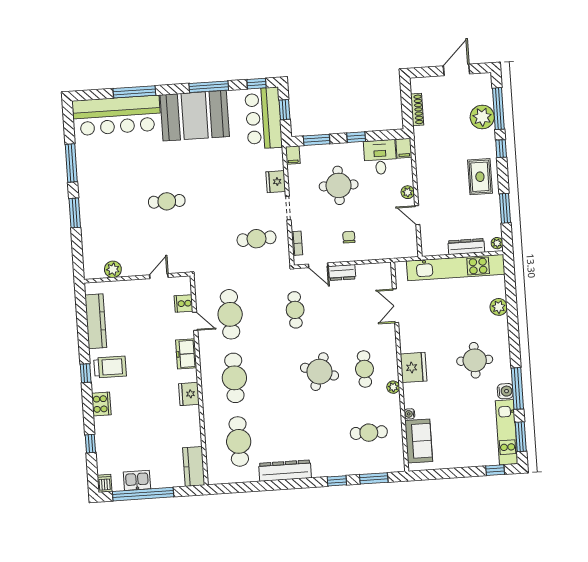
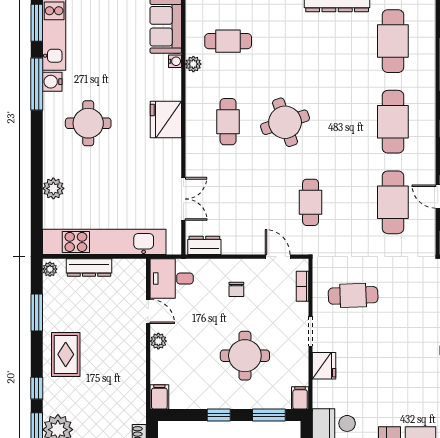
desk: (380, 157) -> (172, 278), moved, turned 90
dresser: (342, 273) -> (204, 245), moved
round table: (320, 372) -> (285, 122), turned -37
plant: (393, 387) -> (193, 64), moved

